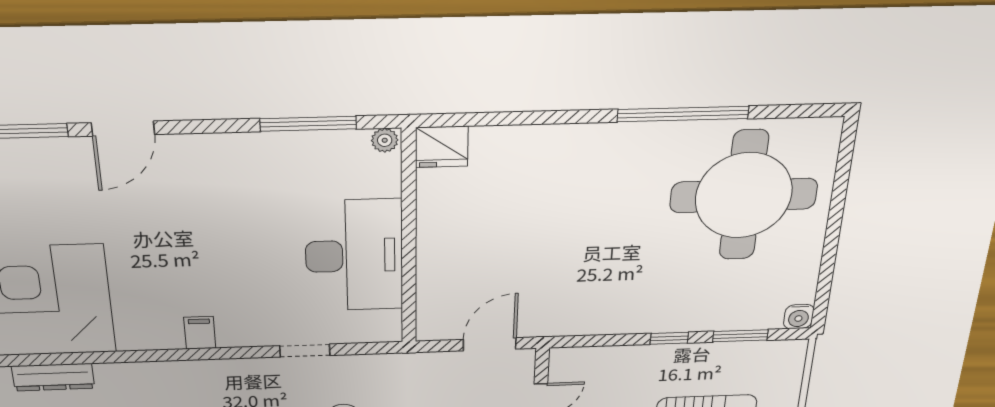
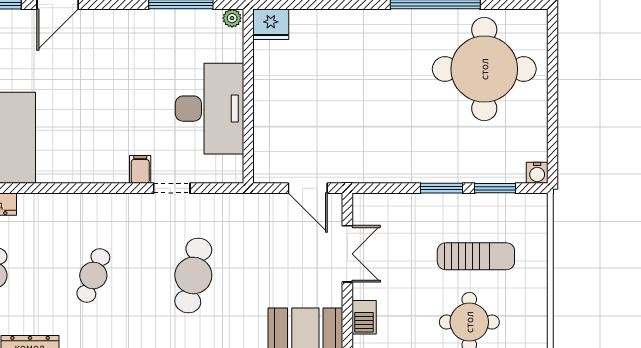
filing cabinet: (200, 333) -> (140, 169), moved
window: (669, 338) -> (442, 188), width x1.50
door: (490, 344) -> (308, 188), swing flipped

